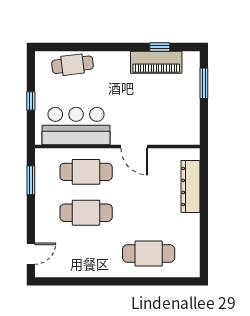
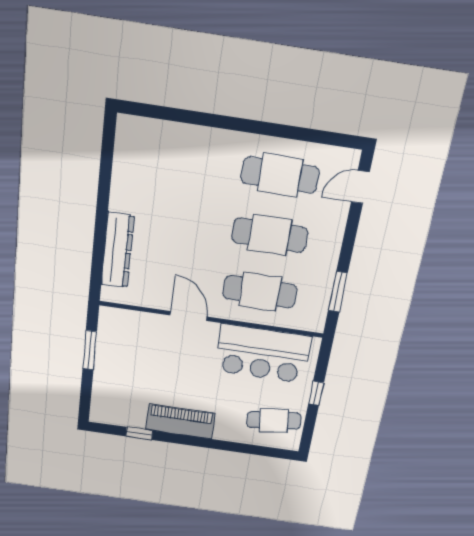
piano: (156, 62) -> (180, 421), moved
cafe table: (72, 65) -> (274, 420), moved
window: (204, 83) -> (90, 350), moved
cafe table: (149, 254) -> (280, 175), moved

